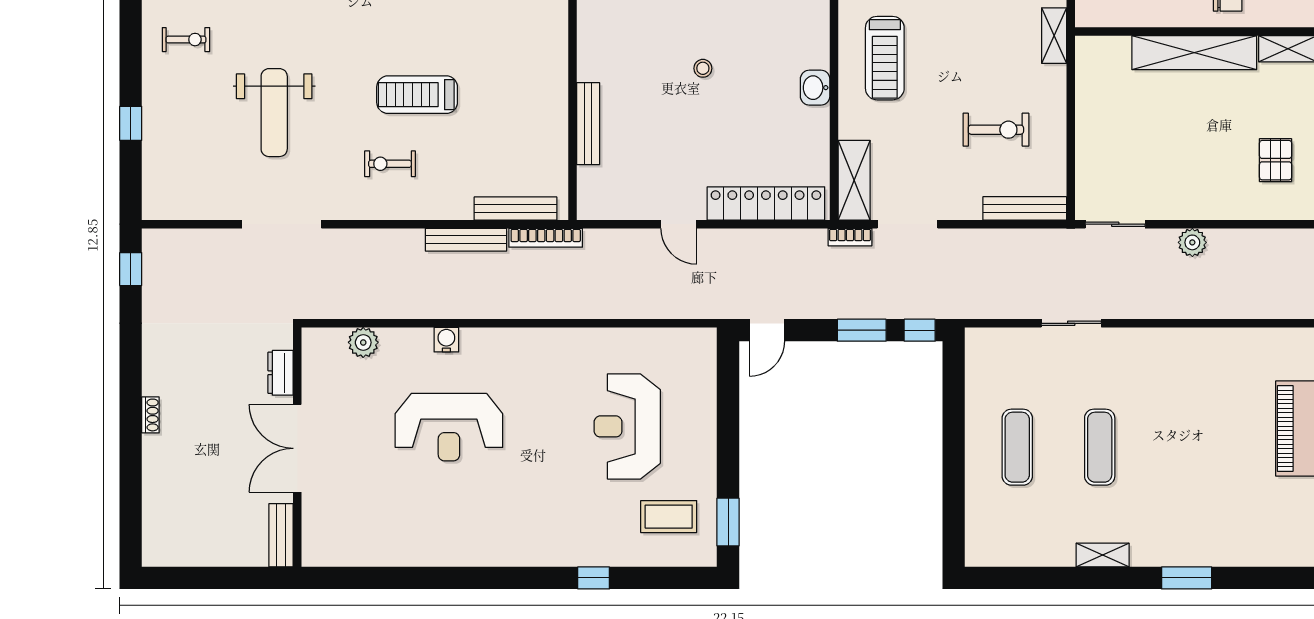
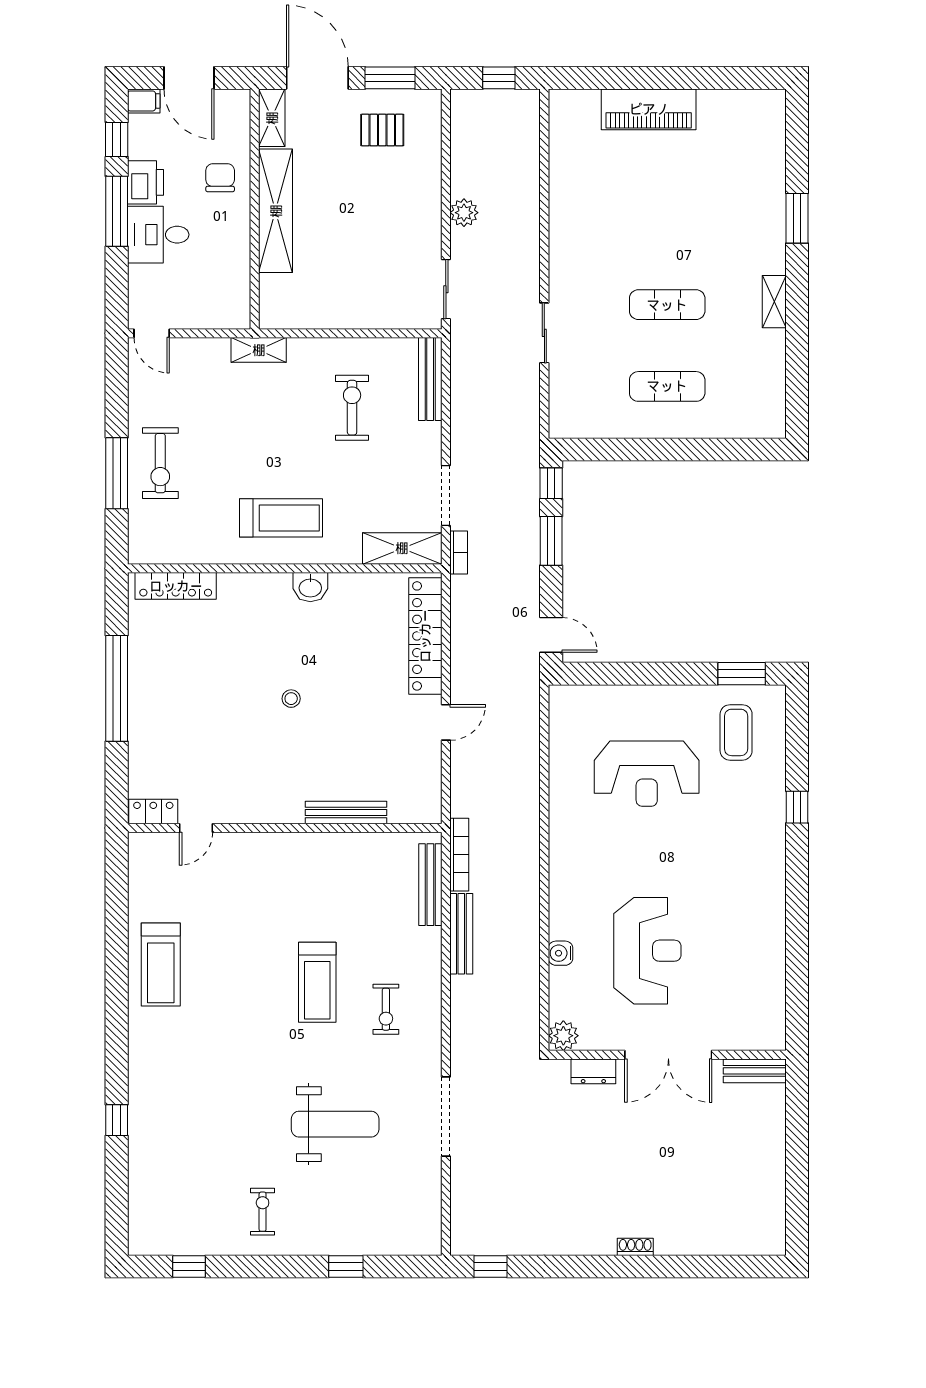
dresser: (280, 373) -> (593, 1071), moved
wall: (297, 447) -> (667, 1055), moved
double door: (297, 448) -> (668, 1055), moved
bench: (281, 535) -> (755, 1071), moved

